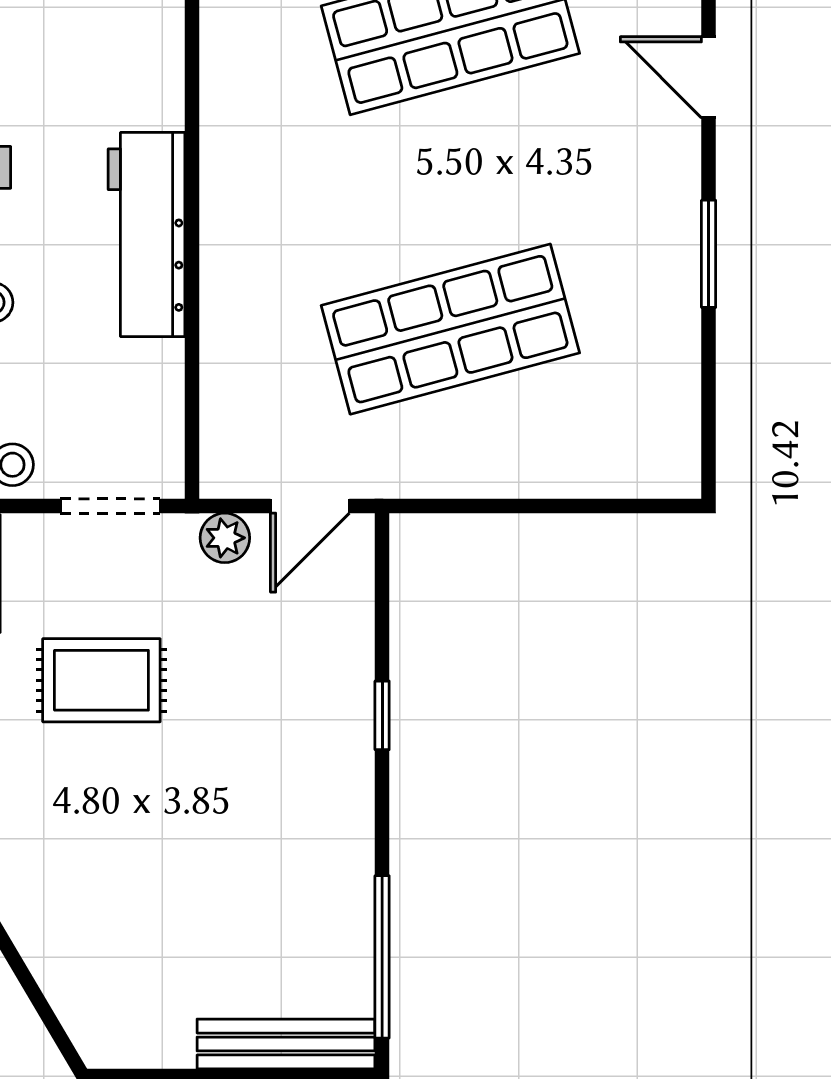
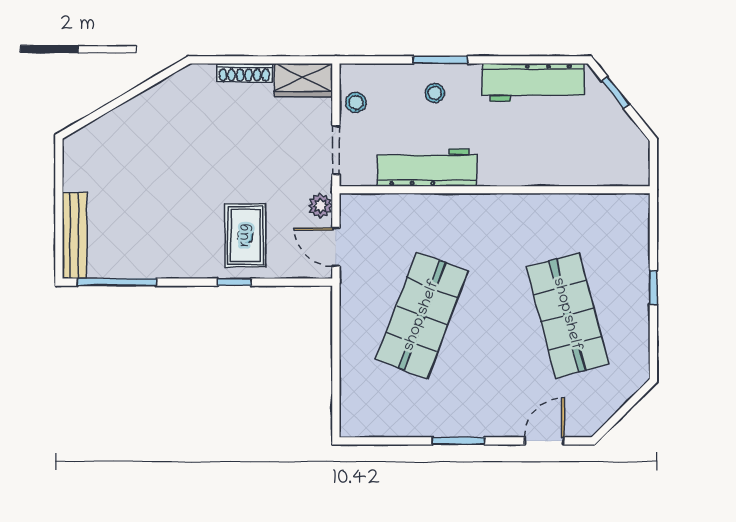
workbench: (147, 235) -> (427, 168), moved
shop shelf: (450, 329) -> (422, 315), turned 36
rug: (101, 680) -> (245, 235), moved

